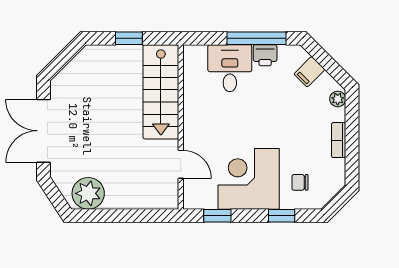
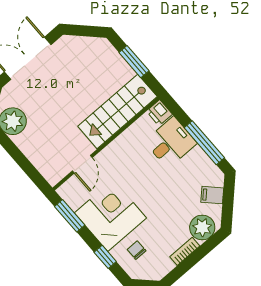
window: (129, 38) -> (134, 62), width x1.50
printer: (265, 55) -> (159, 113), moved
plant: (338, 99) -> (202, 227), width x1.87, depth x1.87
window: (217, 216) -> (70, 216), width x1.50

